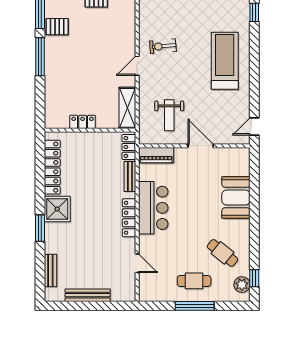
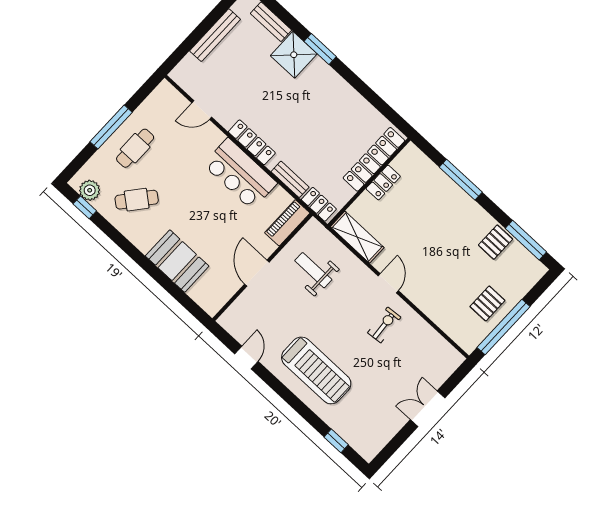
window: (40, 57) -> (461, 180), moved
door: (254, 126) -> (246, 358), moved
door: (201, 146) -> (257, 273), swing flipped
locker: (52, 167) -> (374, 159), moved, turned 90
shower: (57, 209) -> (294, 55), moved

